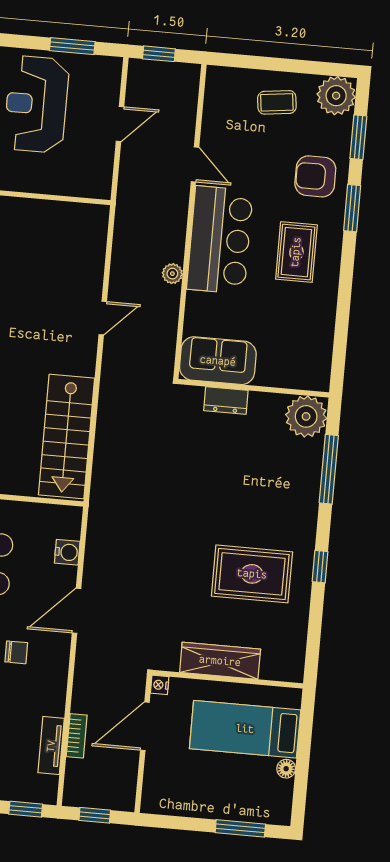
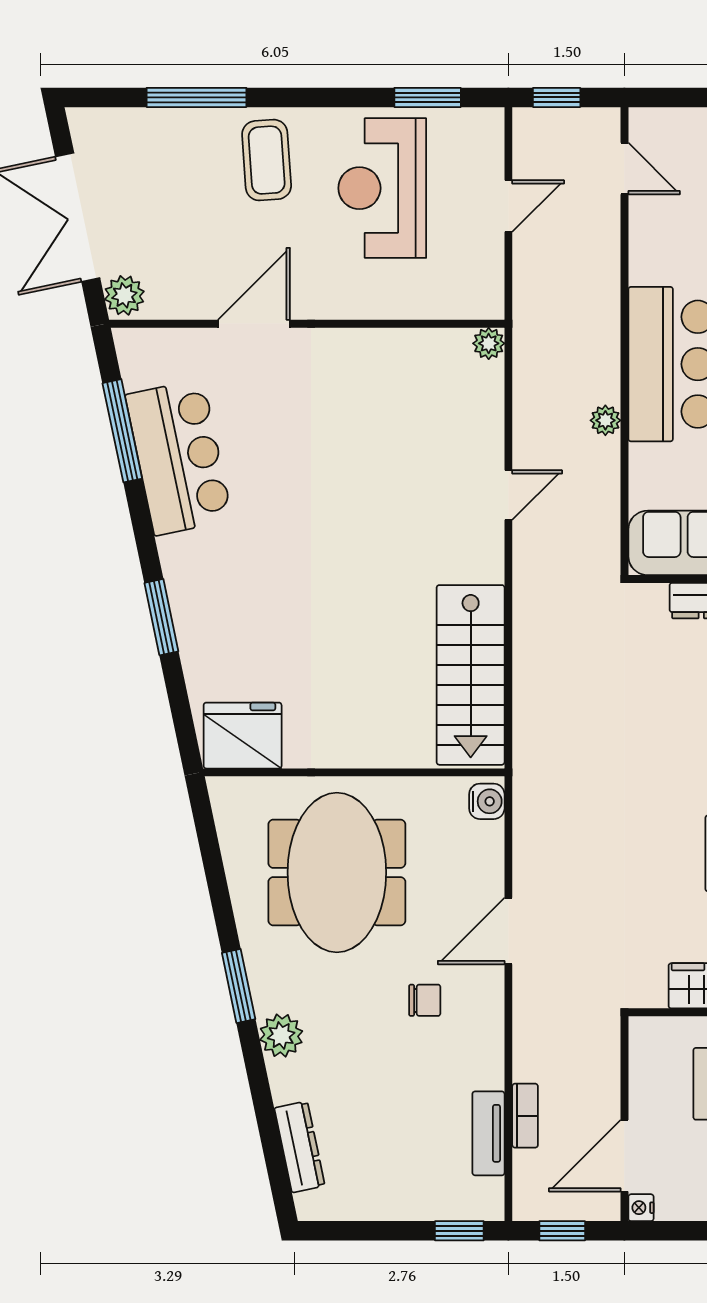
door: (195, 164) -> (624, 169), moved
plant: (99, 215) -> (489, 343), added
water cooler: (67, 552) -> (487, 801), moved
nightstand: (160, 685) -> (641, 1208), moved
door: (145, 726) -> (624, 1156), moved

